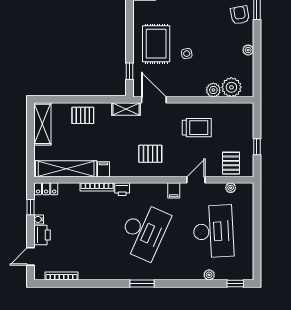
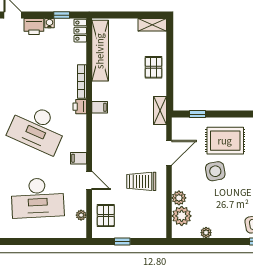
plant: (248, 50) -> (206, 233), moved
side table: (187, 54) -> (215, 171), width x1.87, depth x1.87
door: (154, 100) -> (169, 153), moved
shelving: (42, 124) -> (152, 25), width x0.67, depth x0.75
trolley: (197, 128) -> (141, 181), turned 90
pallet: (150, 154) -> (115, 135), removed
pallet: (231, 163) -> (106, 216), turned 90
filing cabinet: (104, 169) -> (100, 107), moved

